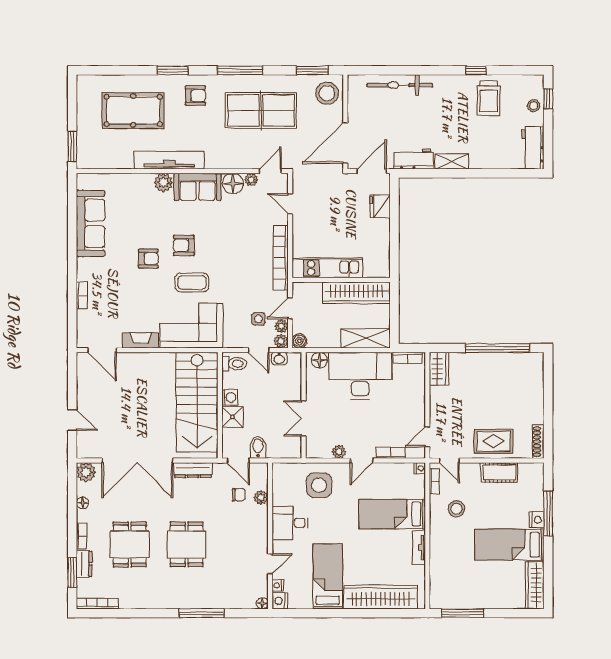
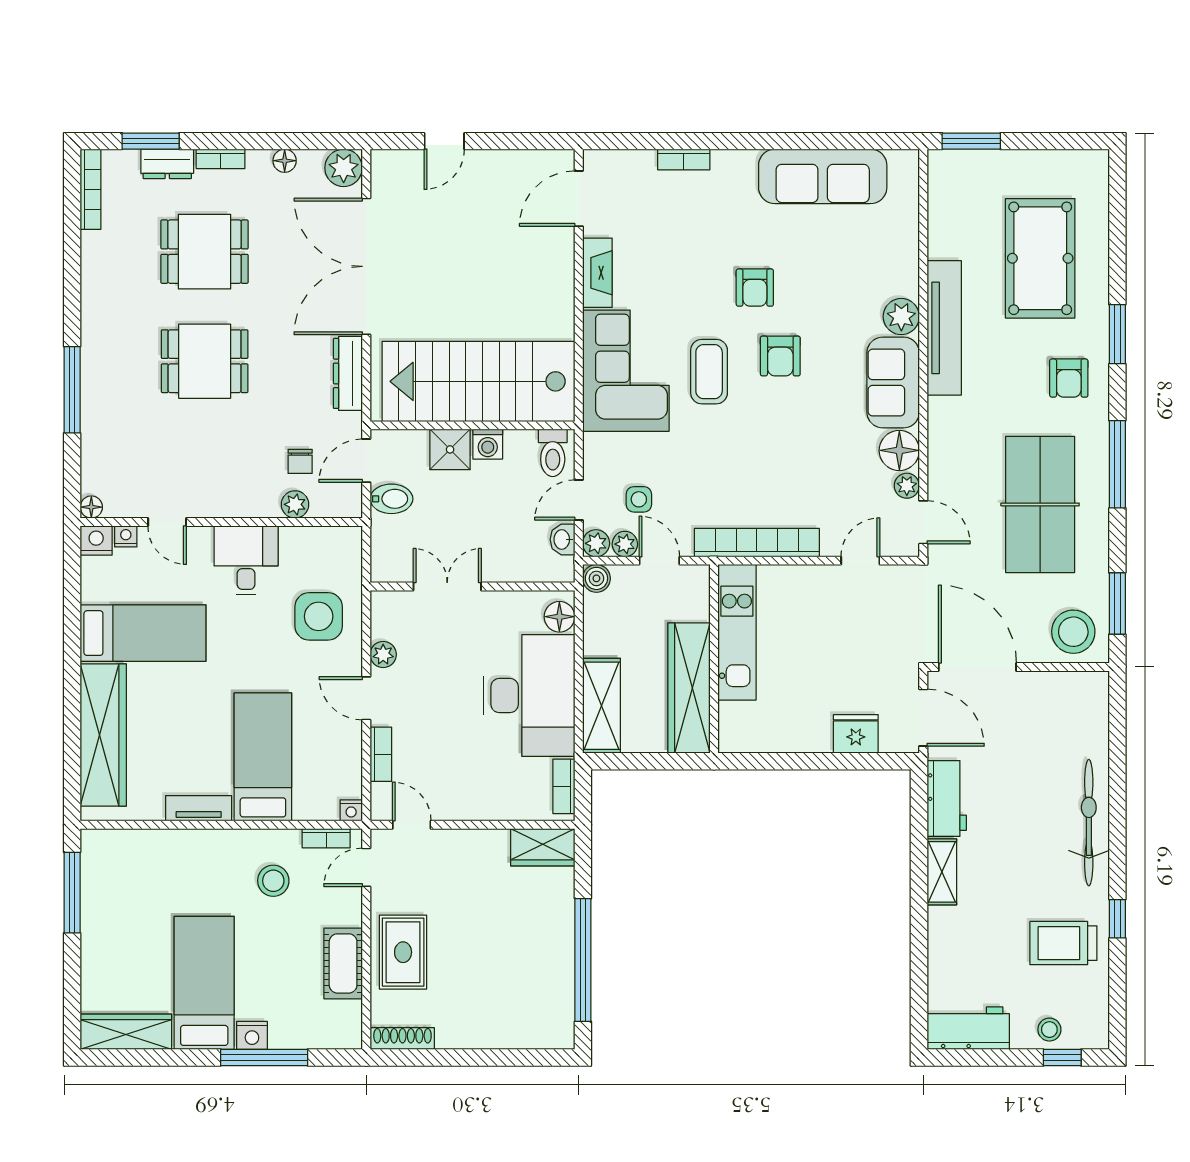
bicycle: (400, 85) -> (1089, 823), moved
armchair: (184, 245) -> (780, 356), turned 180

